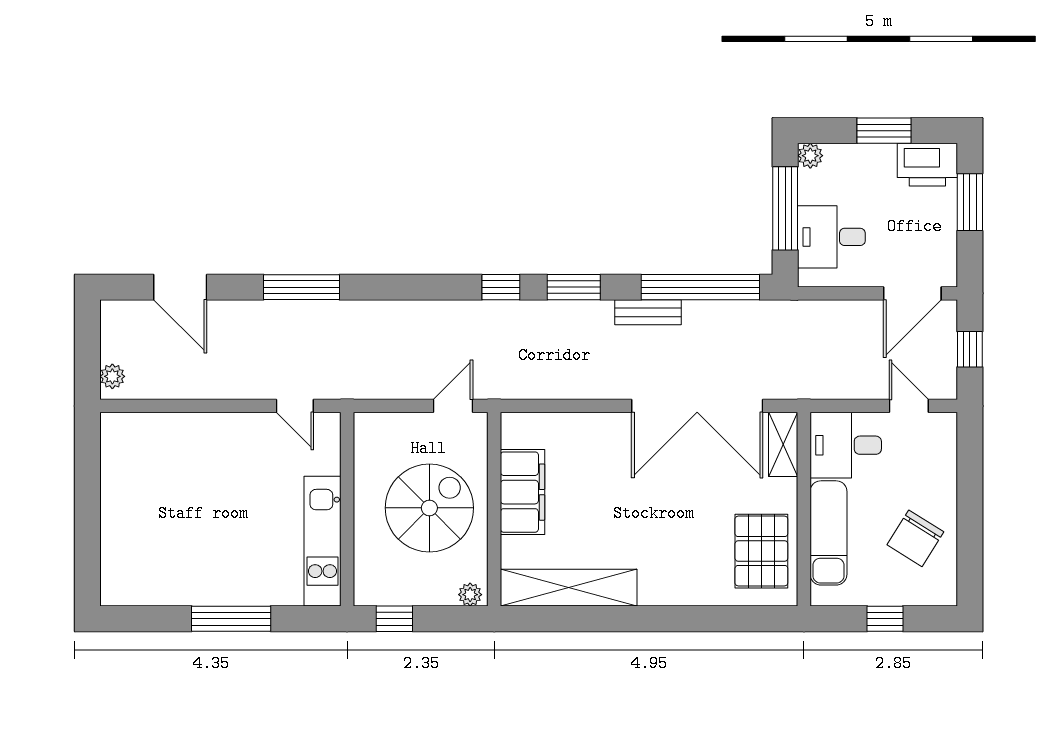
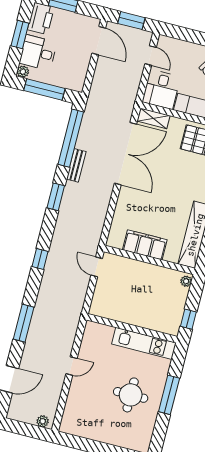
desk: (831, 237) -> (38, 53), moved, turned 90
window: (501, 287) -> (40, 259), moved
window: (970, 349) -> (131, 21), width x1.50
door: (295, 406) -> (71, 366), moved
door: (909, 406) -> (151, 55), swing flipped
spiral stairs: (429, 508) -> (141, 290), removed
round table: (211, 541) -> (131, 395), added

